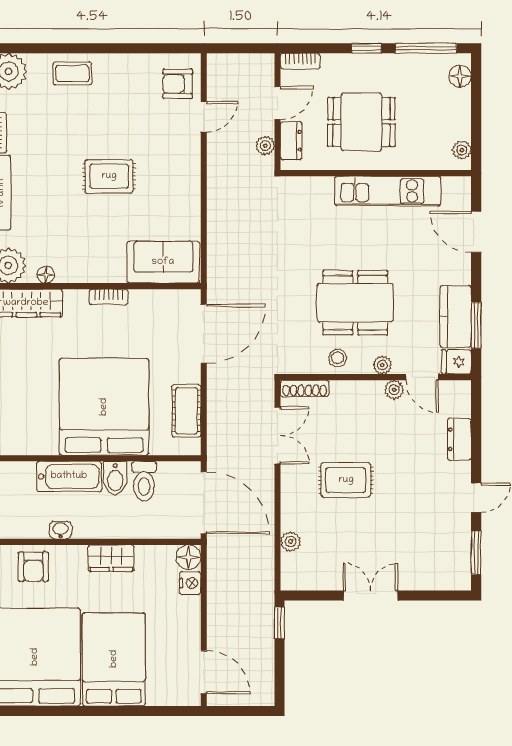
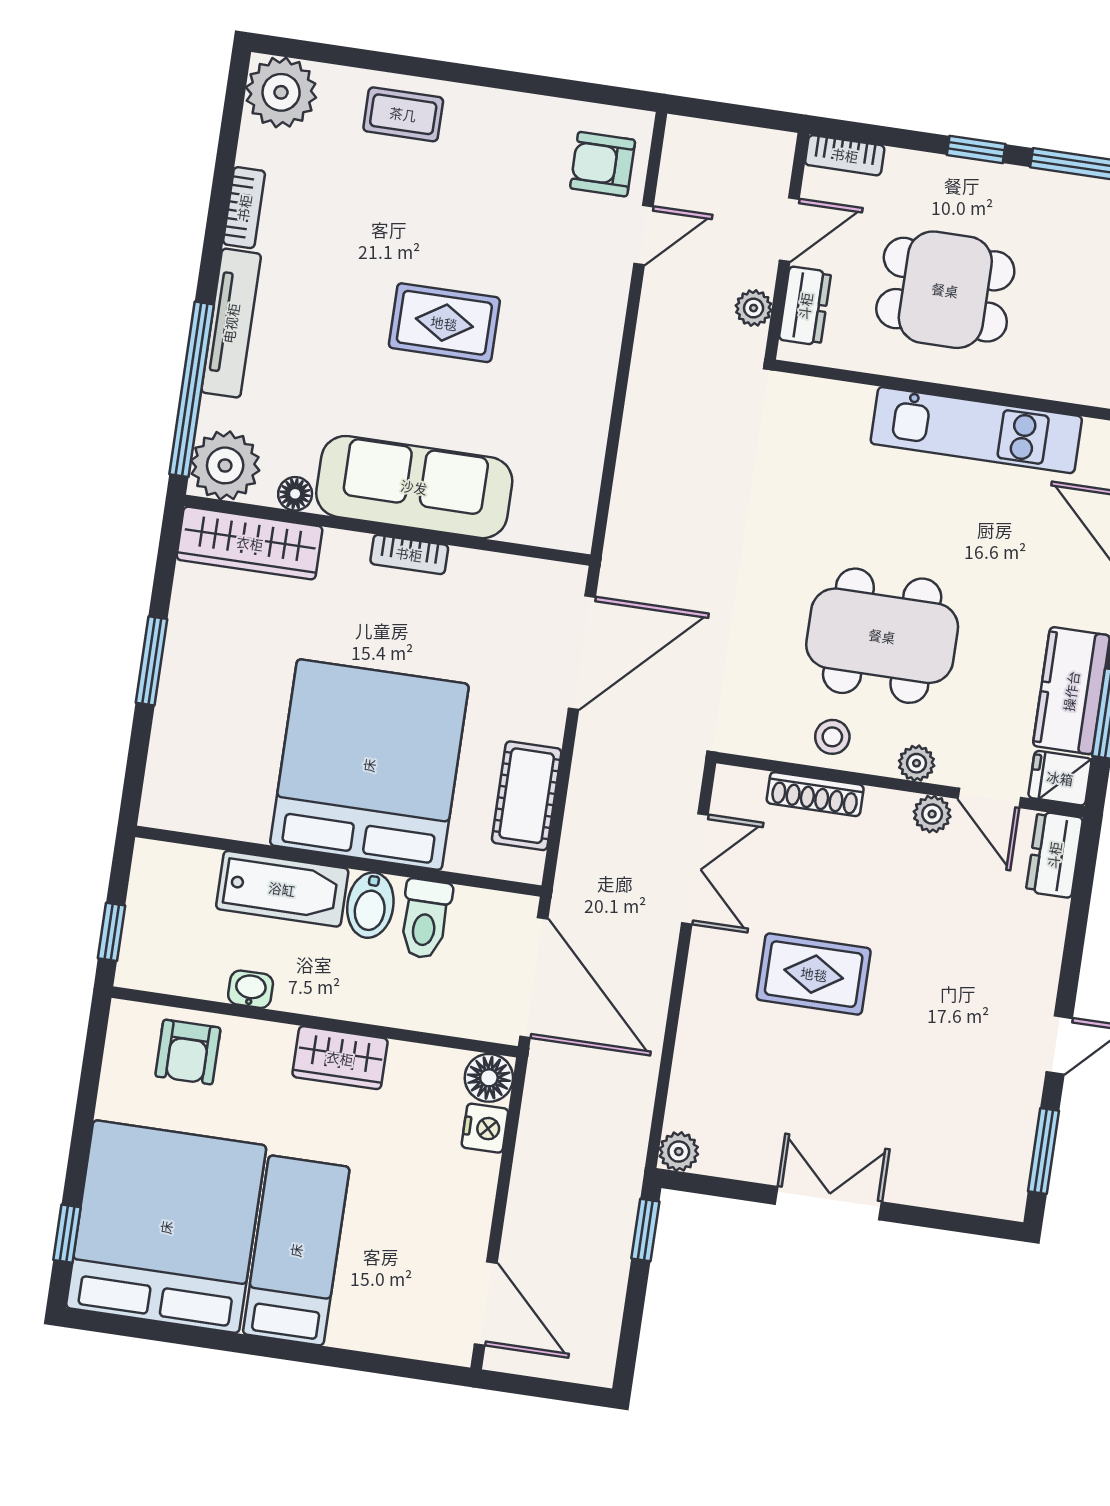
sofa: (163, 262) -> (414, 487), moved, width x1.36
shoe rack: (305, 388) -> (815, 794), moved
dresser: (459, 439) -> (1054, 855), moved
plant: (291, 541) -> (679, 1152), moved
bed: (114, 659) -> (296, 1250), width x0.67

